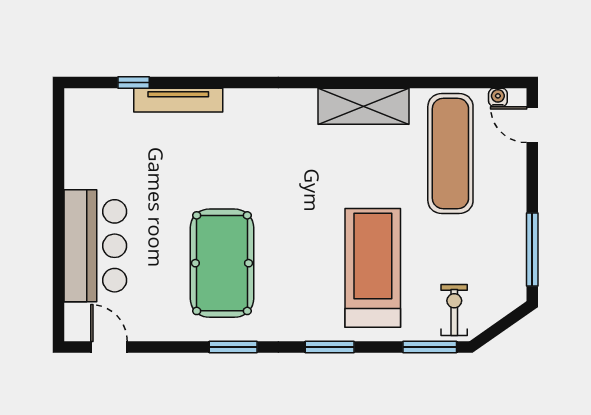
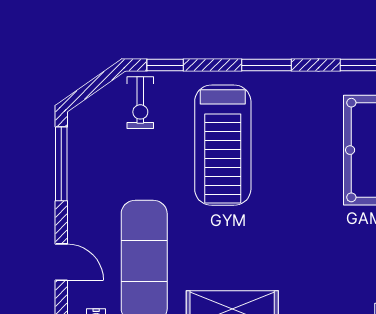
door: (532, 125) -> (61, 262), moved
window: (430, 347) -> (165, 65), width x0.67

